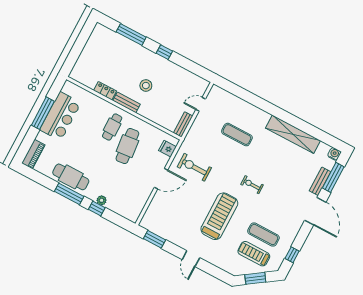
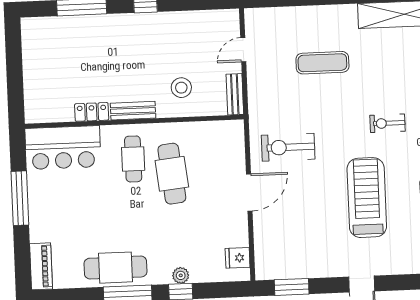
stool: (146, 86) -> (181, 88), moved
bar counter: (60, 116) -> (63, 148), moved, turned 90
fridge: (167, 149) -> (238, 258), moved

